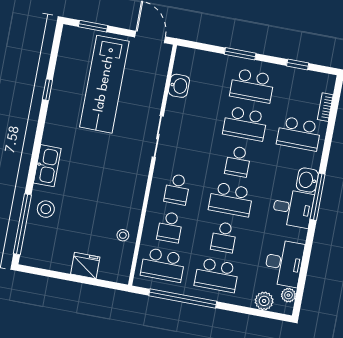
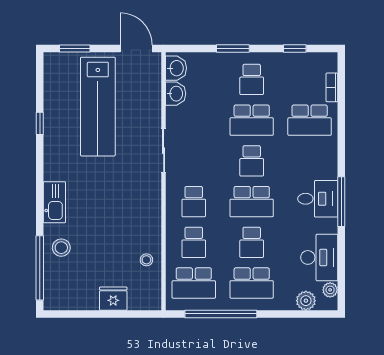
school desk: (252, 86) -> (252, 79), width x0.54
washbasin: (307, 180) -> (176, 68), moved, turned 180
window: (318, 197) -> (341, 202), moved

